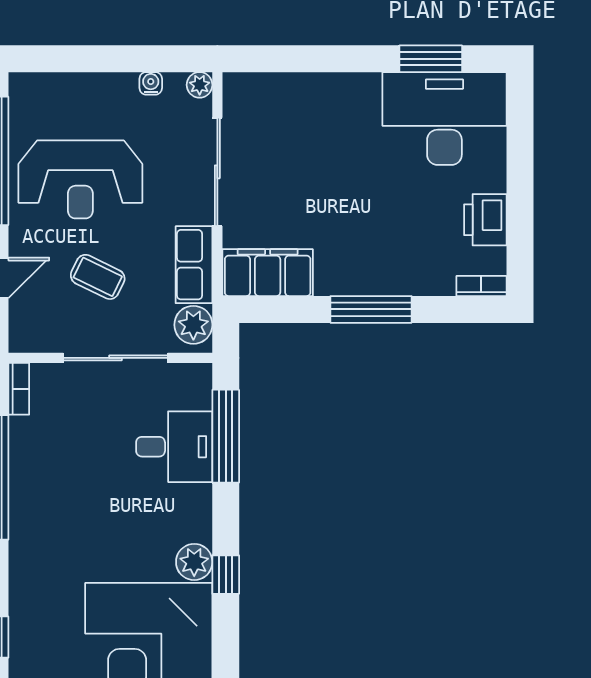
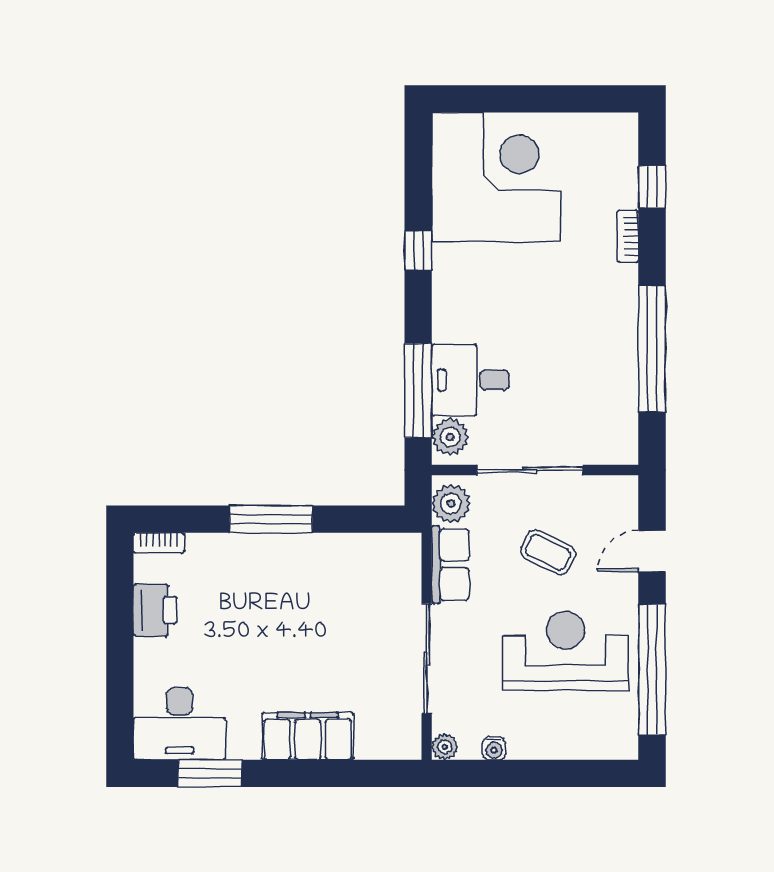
desk: (444, 119) -> (180, 724), width x0.73, depth x0.77
filing cabinet: (268, 273) -> (308, 736), moved, turned 180
bookcase: (19, 389) -> (628, 236), moved
plant: (194, 562) -> (450, 437), moved

